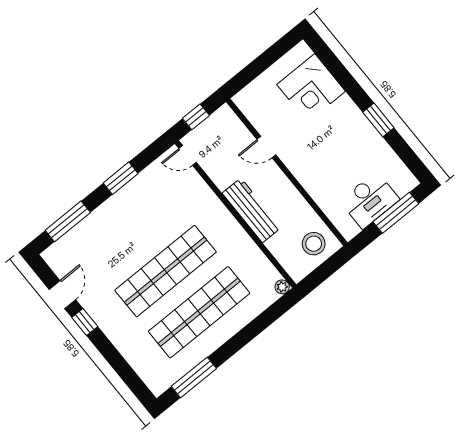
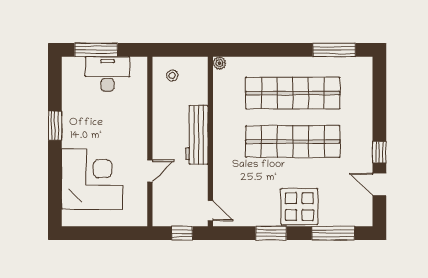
corner desk: (311, 88) -> (92, 179), width x1.36, depth x1.36
door: (266, 147) -> (150, 171), hinge flipped
display table: (115, 220) -> (299, 207), added
stool: (314, 244) -> (172, 75), width x0.53, depth x0.53
door: (62, 295) -> (379, 184), hinge flipped

